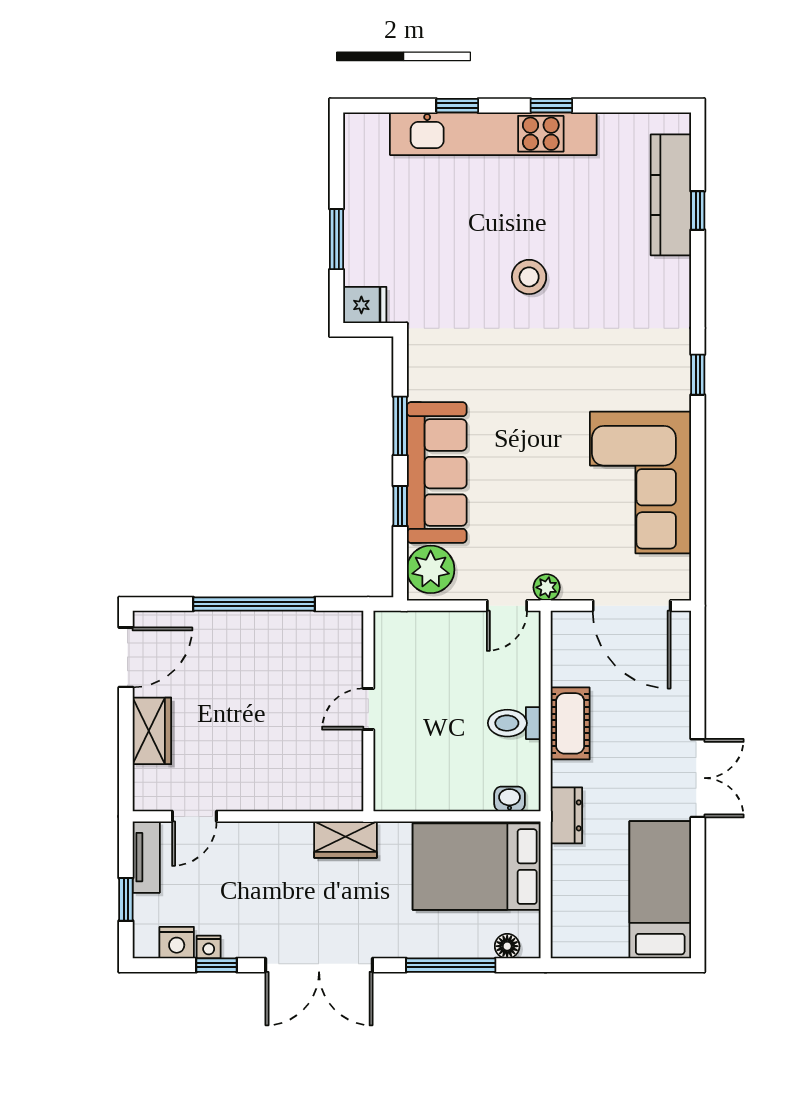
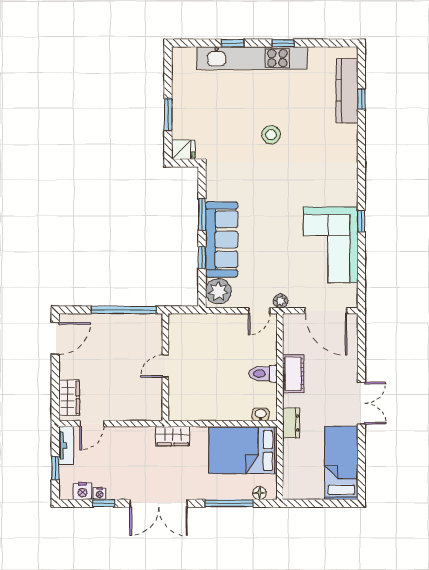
window: (698, 375) -> (361, 221), moved
door: (368, 709) -> (165, 366), moved
wall: (368, 711) -> (165, 367), moved
wardrobe: (152, 731) -> (69, 397), moved

